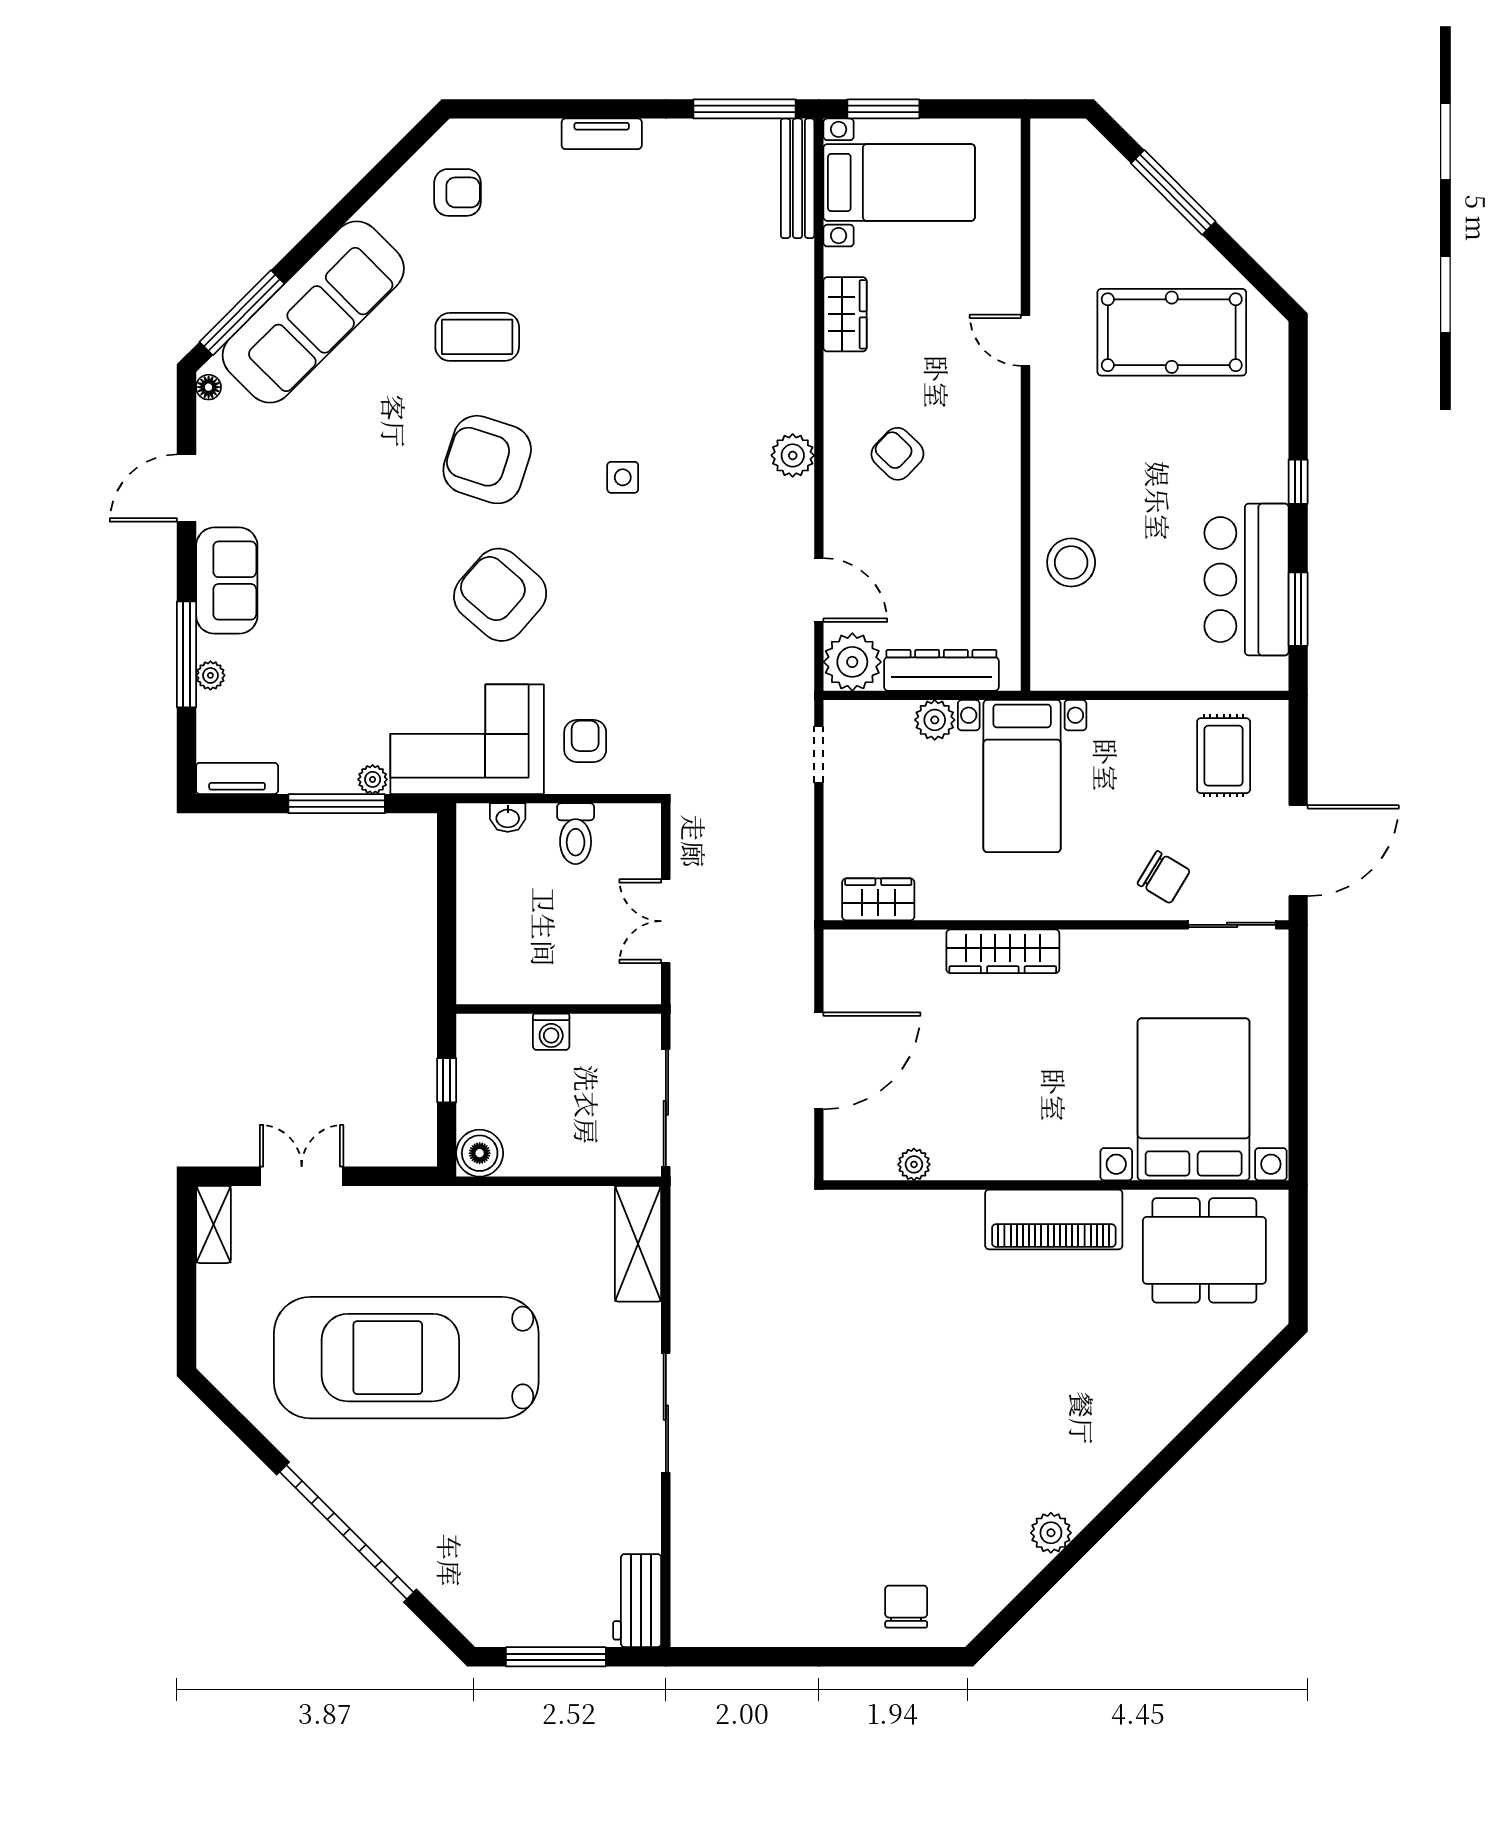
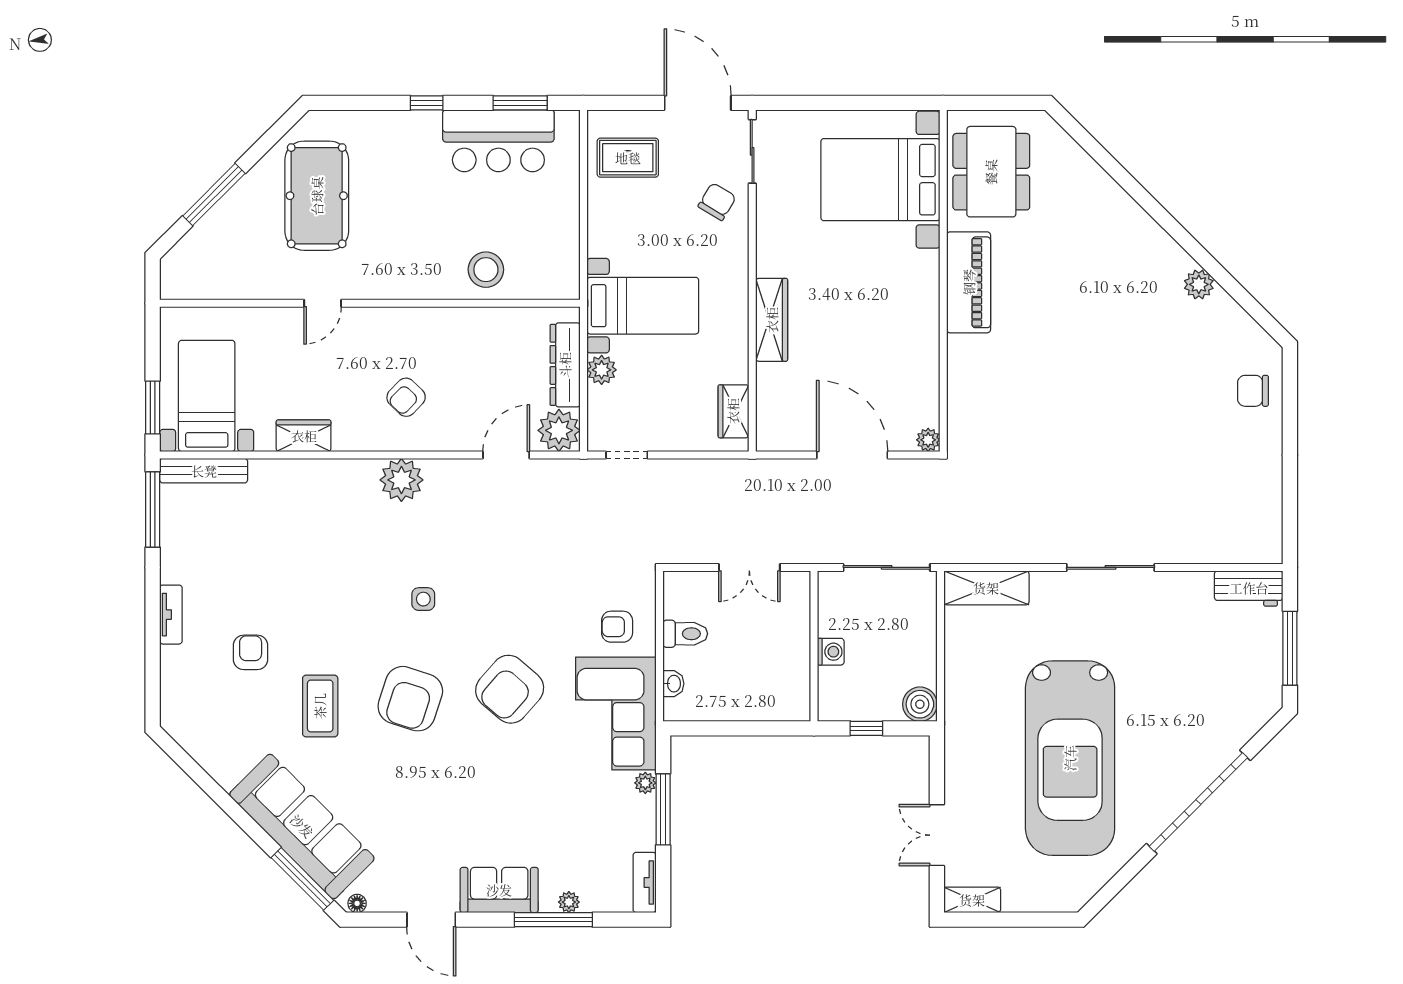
armchair: (457, 192) -> (251, 652), moved
plant: (793, 455) -> (401, 480), width x1.36, depth x1.36
plant: (914, 1164) -> (928, 440), moved

